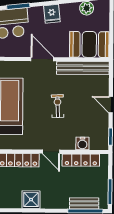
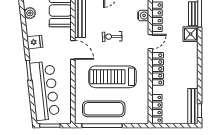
door: (42, 59) -> (73, 50), swing flipped
shower: (31, 200) -> (191, 34), moved

